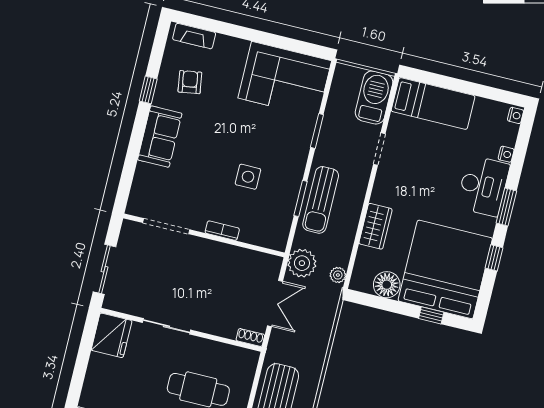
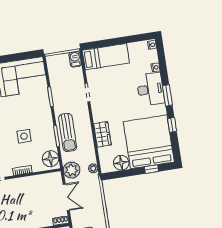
barbecue: (374, 97) -> (75, 59), width x0.53, depth x0.65
floor lamp: (276, 231) -> (51, 159), added

